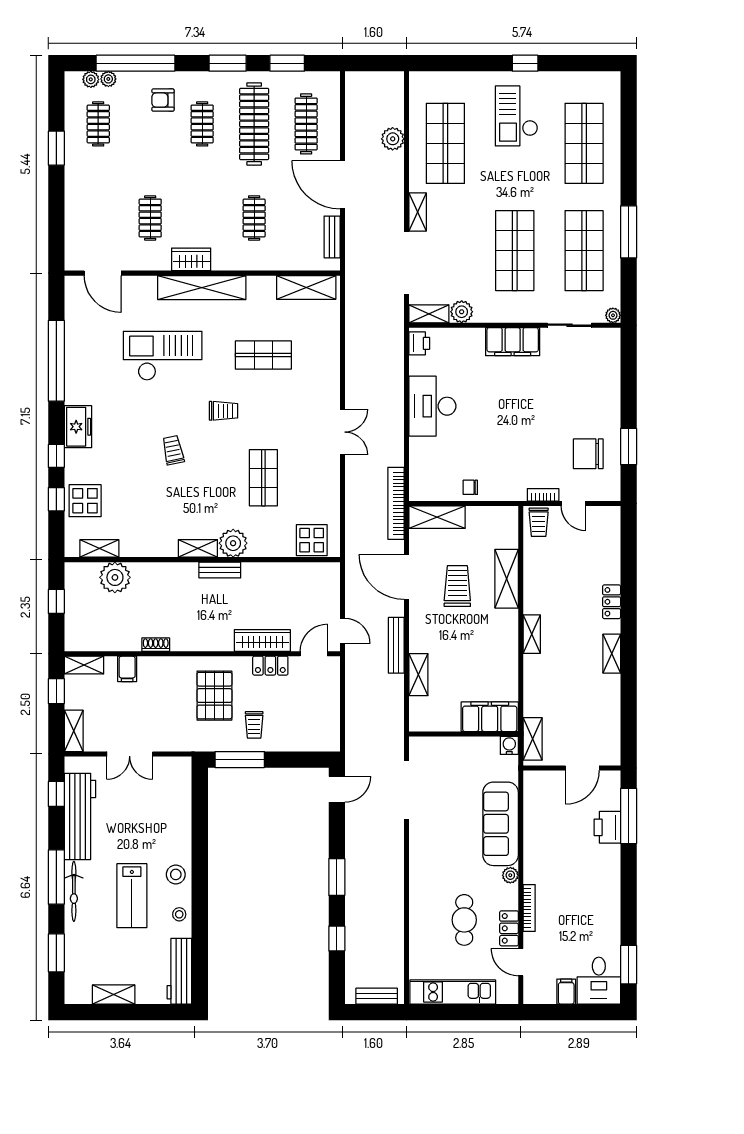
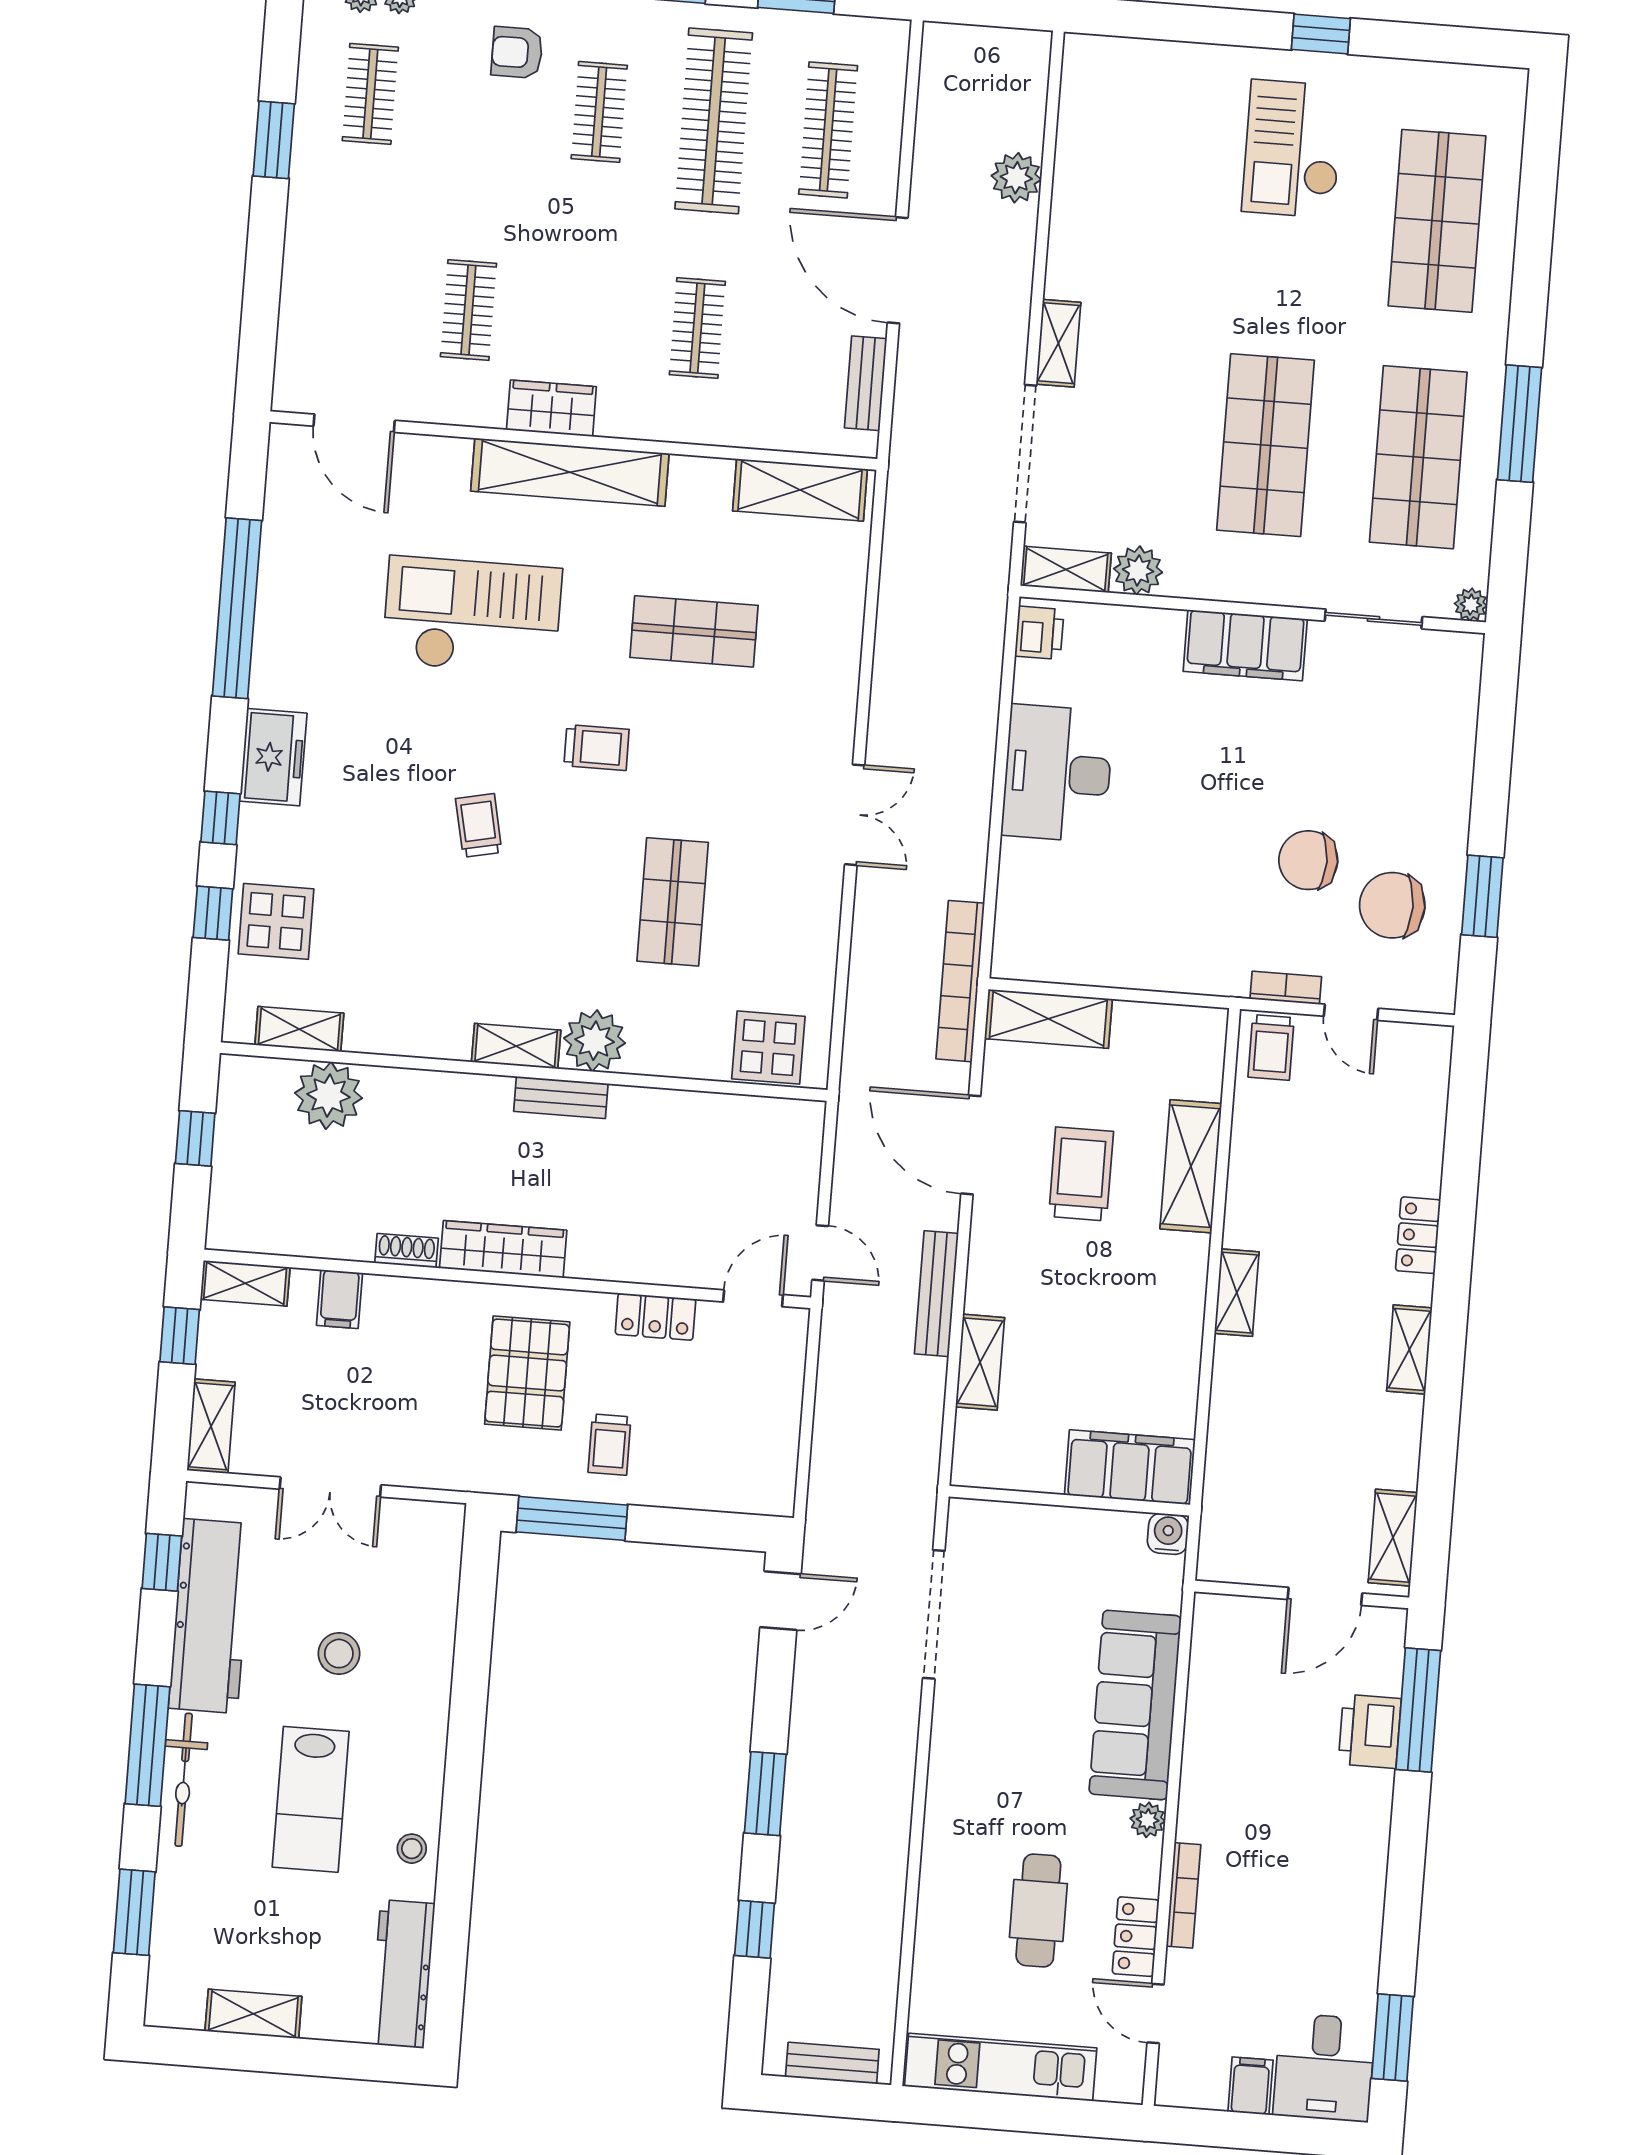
shop shelf: (445, 143) -> (1132, 197), removed
chair: (470, 487) -> (1308, 860), moved, width x1.87, depth x1.87
wardrobe: (262, 641) -> (503, 1249), moved
shelving: (533, 739) -> (1393, 1538), moved
stool: (176, 874) -> (339, 1654), moved

